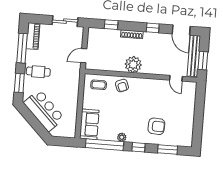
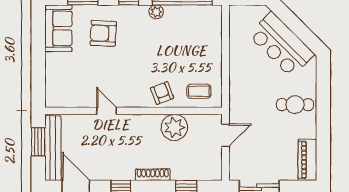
window: (22, 48) -> (323, 140), removed
plant: (133, 65) -> (174, 127), moved
door: (176, 78) -> (107, 111), moved
window: (19, 83) -> (323, 85), removed
sofa: (89, 124) -> (58, 28), moved, turned 180

